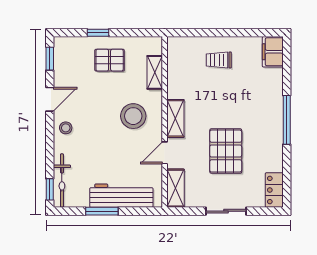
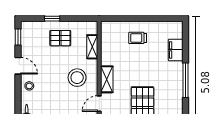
filing cabinet: (273, 52) -> (176, 50), moved
door: (50, 99) -> (18, 66), hinge flipped

